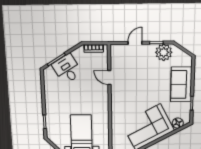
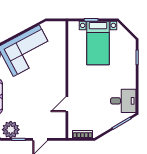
desk: (67, 69) -> (123, 101), moved, turned -59
door: (109, 78) -> (67, 104), swing flipped

